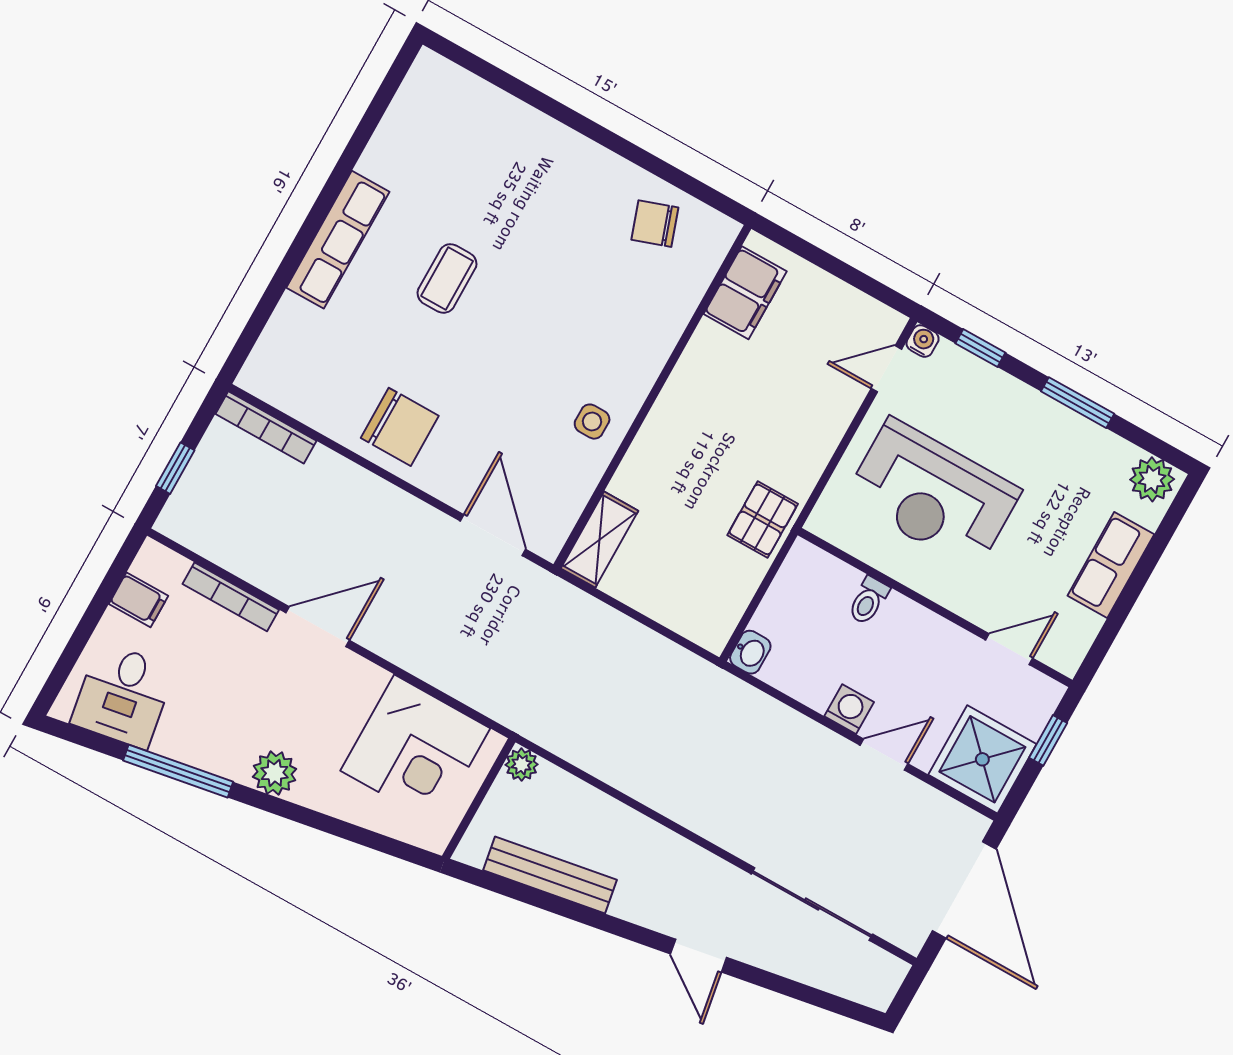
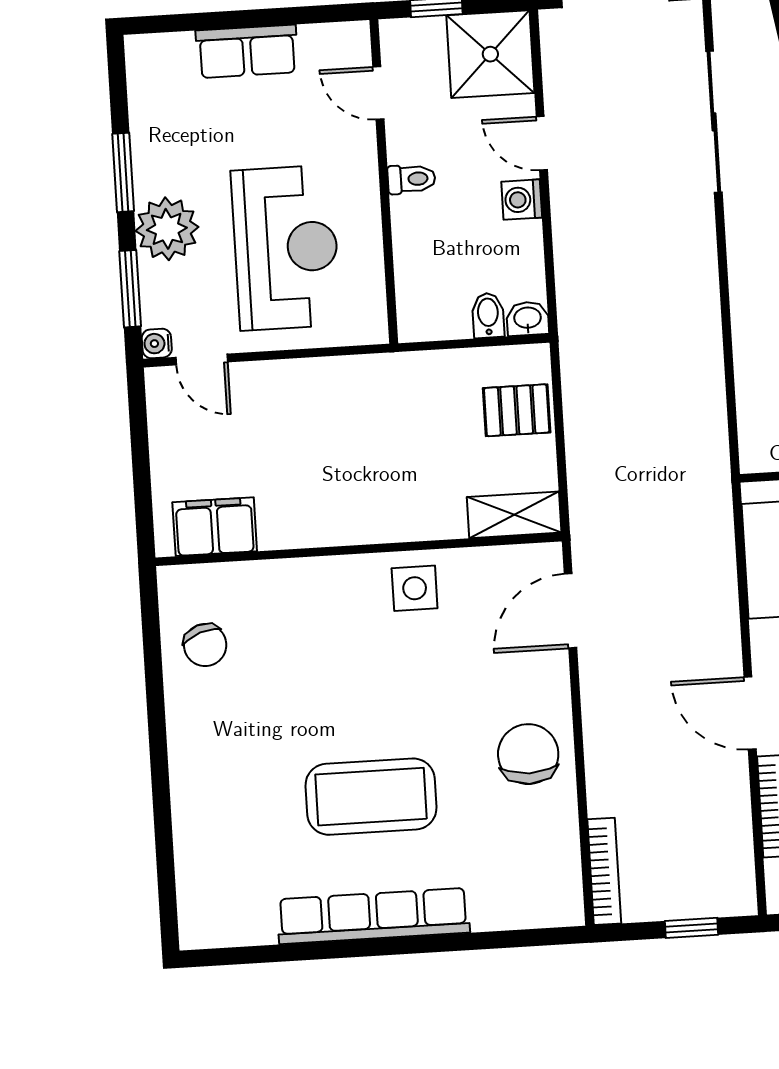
row of seats: (338, 240) -> (373, 916), width x1.36
coffee table: (447, 278) -> (371, 797), width x1.86, depth x1.72
window: (980, 348) -> (130, 289), width x1.50
side table: (592, 422) -> (415, 588), width x1.37, depth x1.37
plant: (1152, 479) -> (167, 229), moved, width x1.36, depth x1.36
pallet: (763, 519) -> (517, 410), moved
toilet: (868, 601) -> (411, 179), moved
bidet: (773, 622) -> (488, 315), added
plant: (522, 765) -> (756, 456), removed

